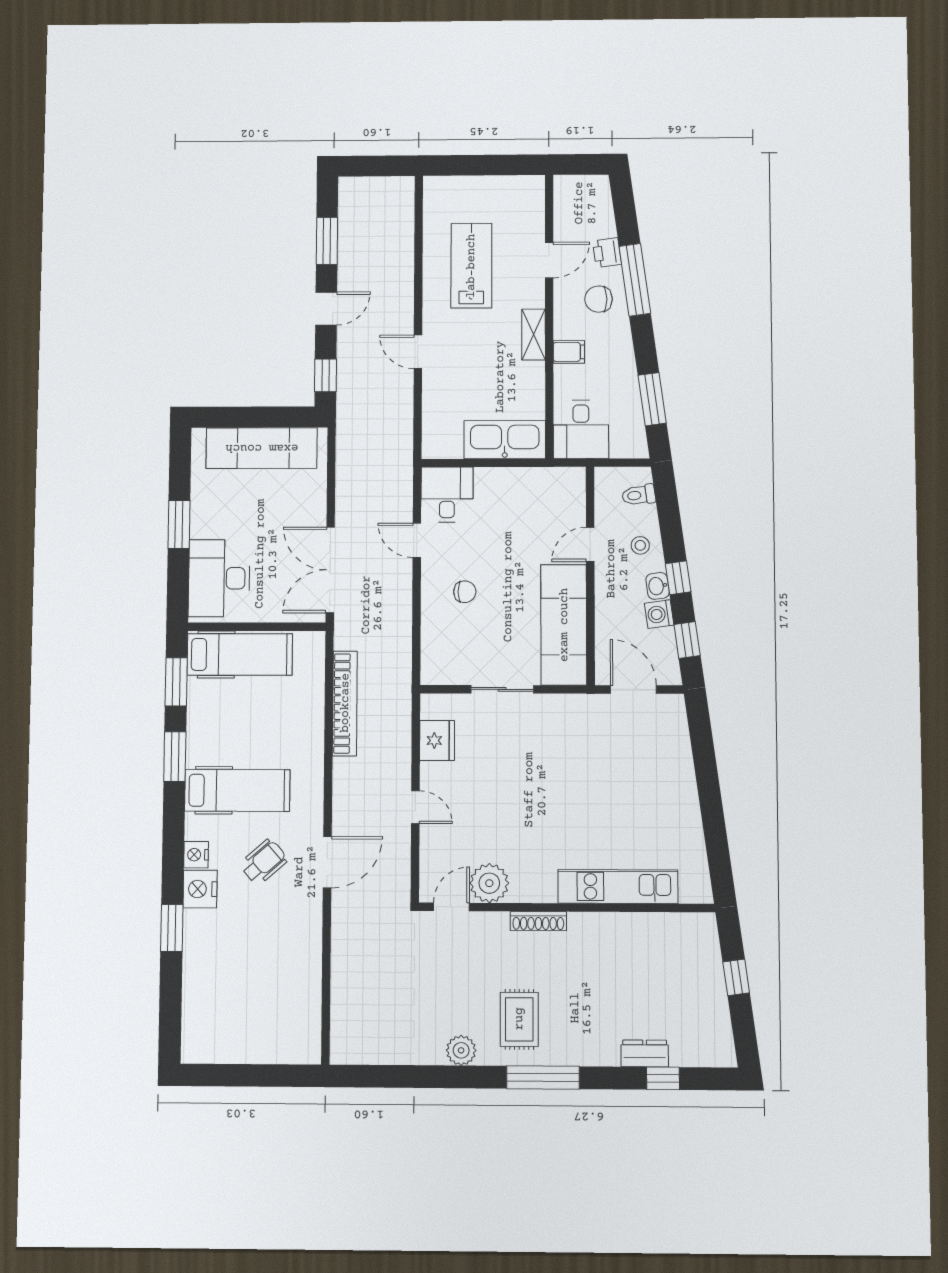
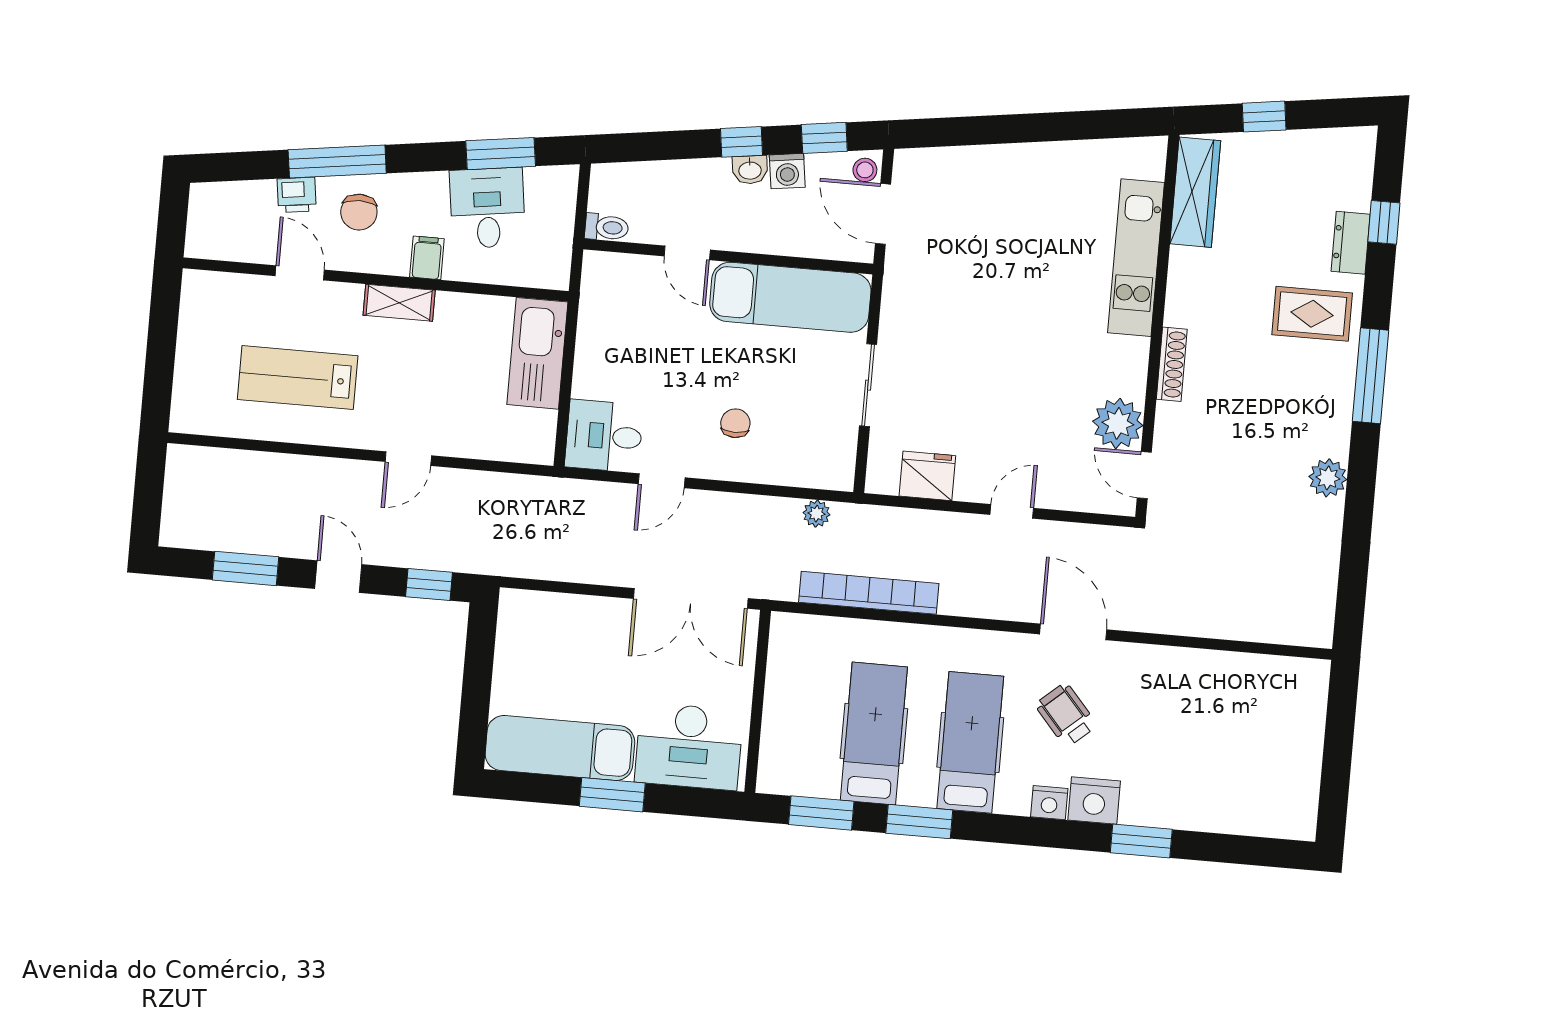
desk: (581, 429) -> (487, 208), moved, turned -98
exam couch: (262, 448) -> (560, 748), moved, turned -90
toilet: (639, 495) -> (607, 227), moved, turned -82
stool: (640, 545) -> (865, 170), moved
hospital bed: (240, 654) -> (874, 734), moved
plant: (402, 659) -> (816, 514), added
door: (633, 689) -> (883, 214), hinge flipped
wardrobe: (673, 928) -> (1195, 192), added
rug: (519, 1019) -> (1312, 314), moved

